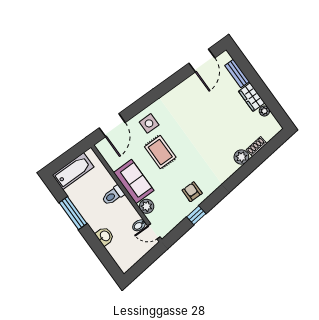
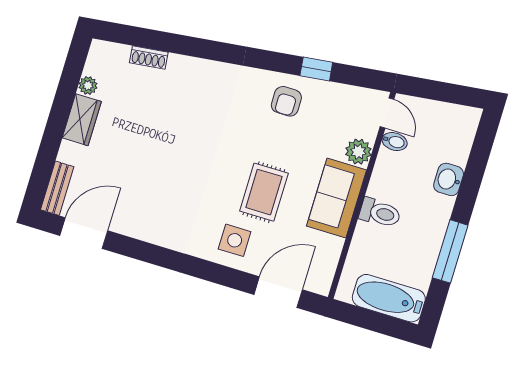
bench: (237, 74) -> (57, 188), moved
plant: (241, 157) -> (181, 68), removed

